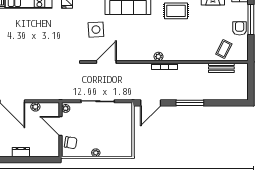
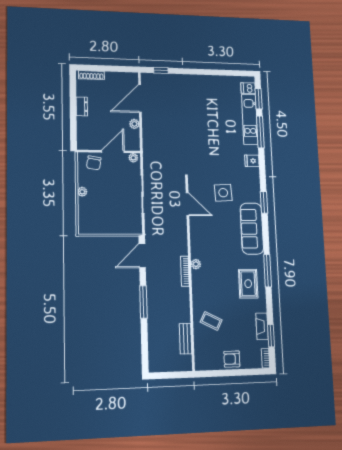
window: (251, 20) -> (242, 372), removed
armchair: (240, 28) -> (232, 359), turned 180
coffee table: (224, 49) -> (211, 321), moved
door: (151, 103) -> (142, 256), hinge flipped

